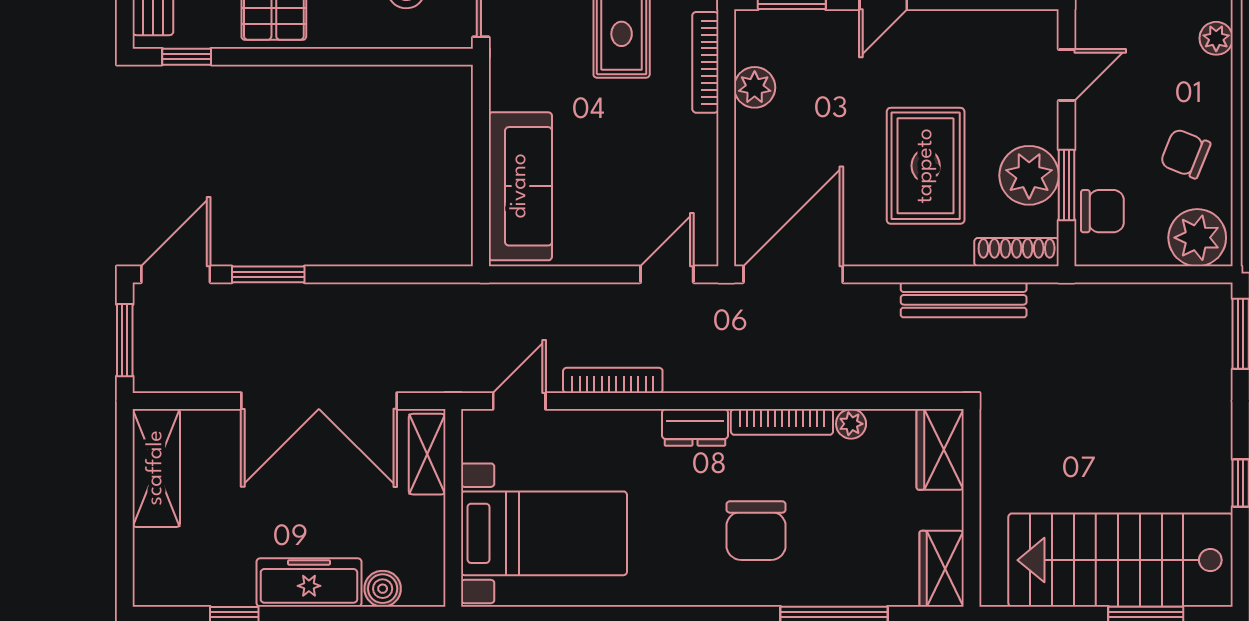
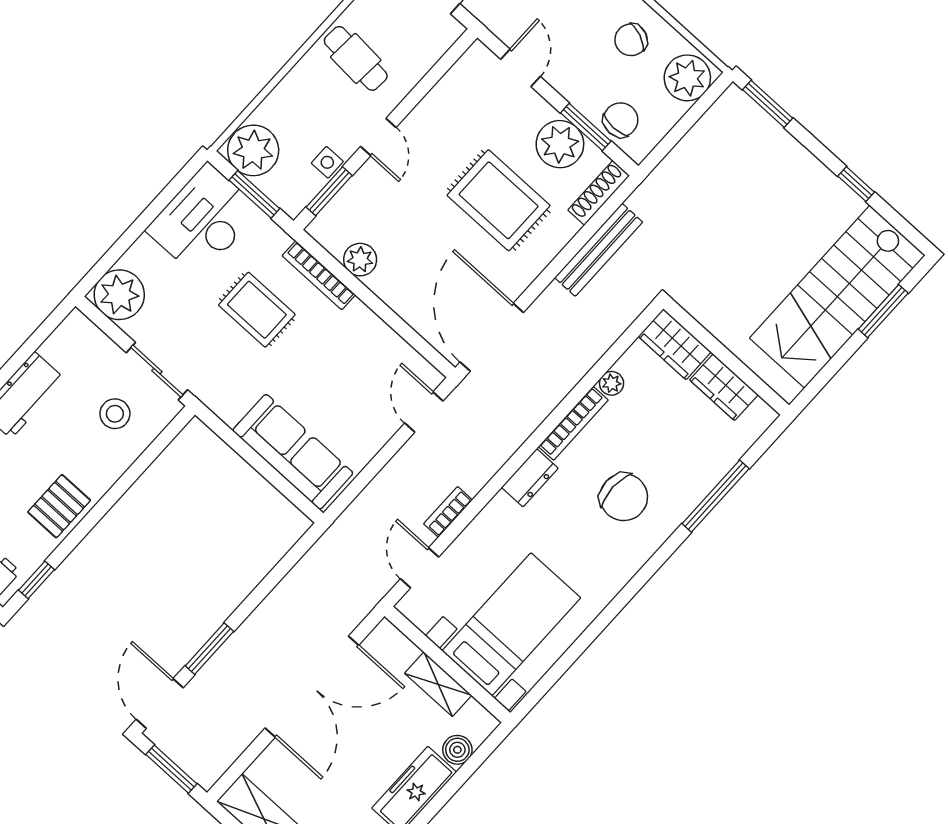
bookcase: (613, 380) -> (448, 512), width x0.64
shelving: (427, 454) -> (438, 684), moved
wardrobe: (942, 569) -> (724, 387), moved

